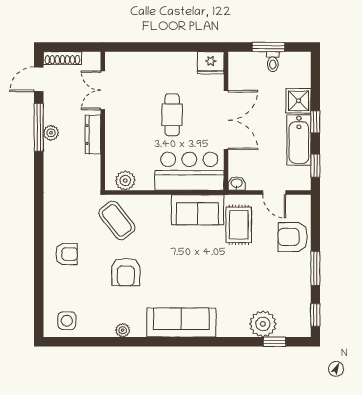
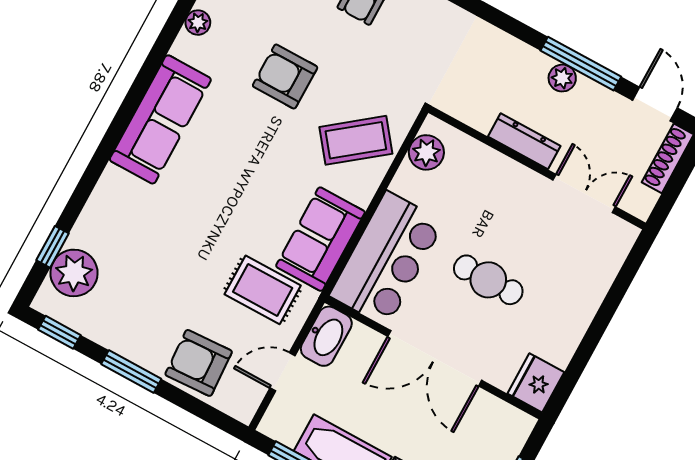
washbasin: (237, 184) -> (326, 336), width x1.91, depth x1.45
coffee table: (117, 220) -> (356, 140), moved
armchair: (293, 237) -> (199, 363), turned -93
plant: (263, 324) -> (74, 273), moved

